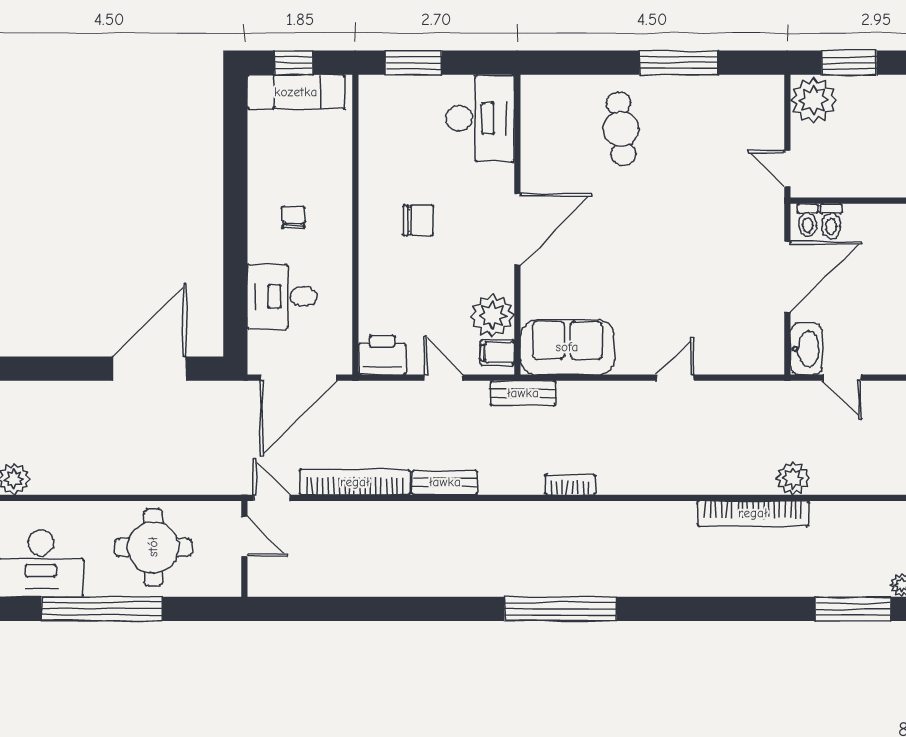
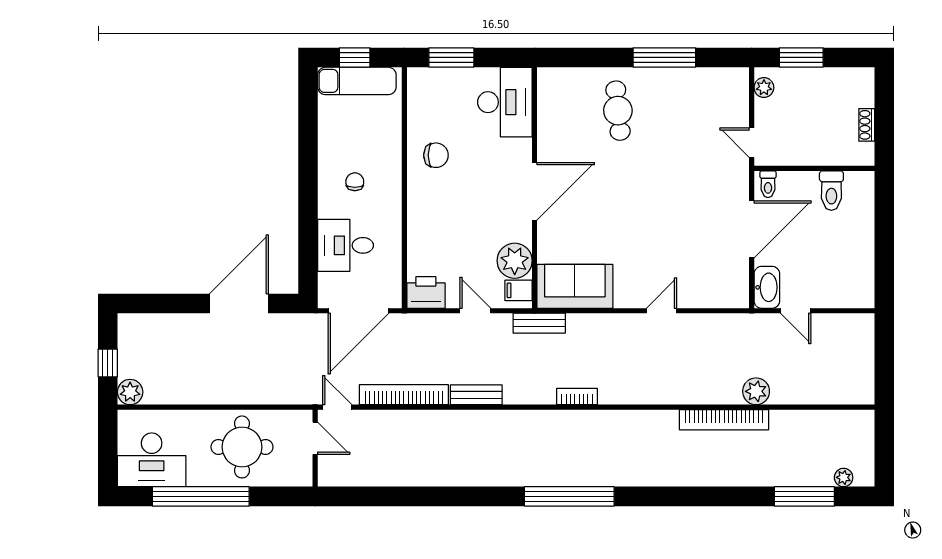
plant: (813, 100) -> (764, 88), width x0.53, depth x0.53
chair: (418, 220) -> (436, 155), moved
toilet: (831, 221) -> (831, 191), moved, width x1.37, depth x1.39

